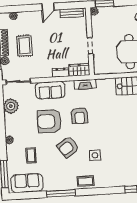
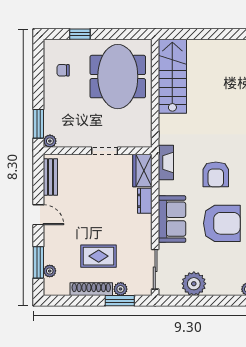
window: (18, 9) -> (38, 262), added
armchair: (80, 116) -> (216, 174), turned 90
armchair: (49, 121) -> (222, 223), turned -90

